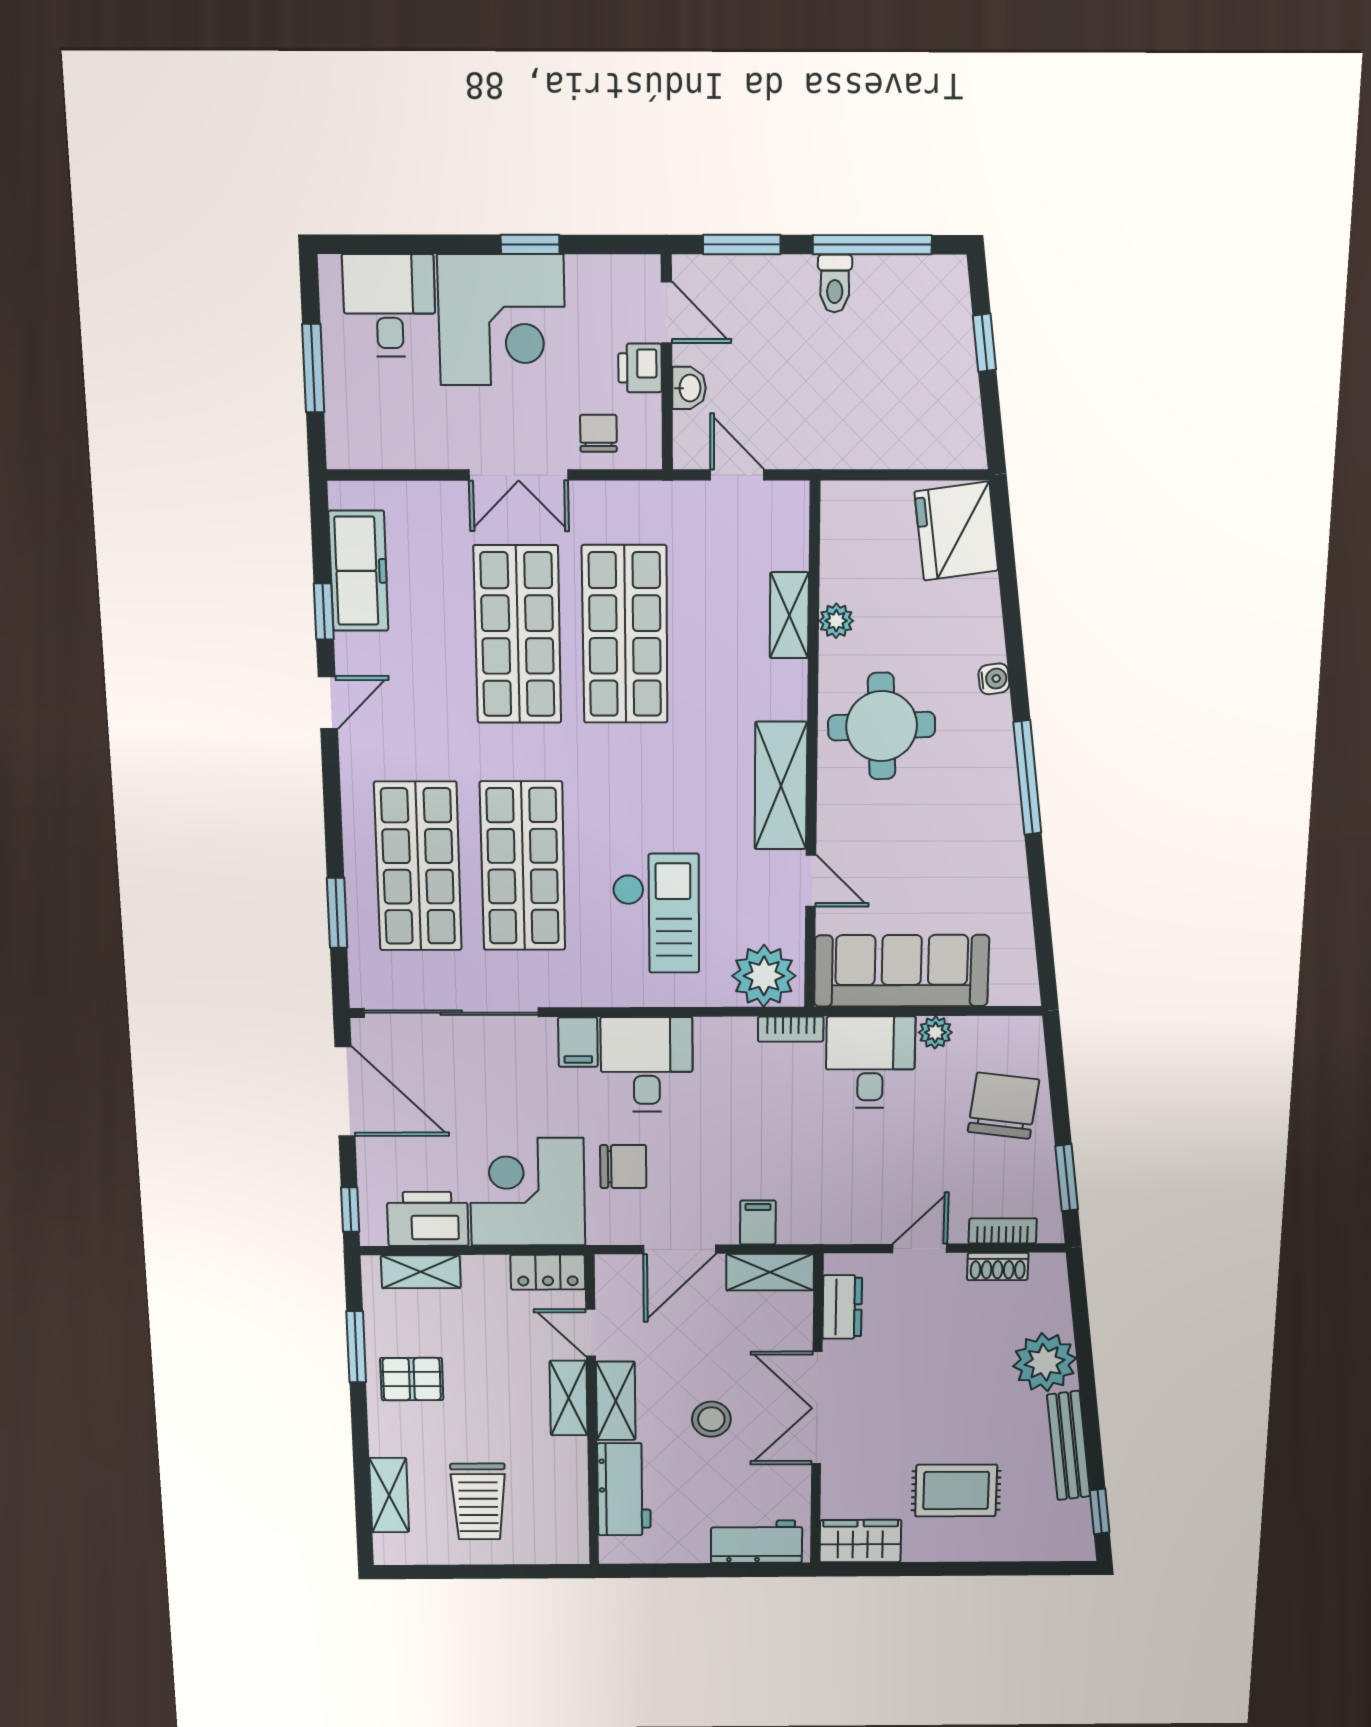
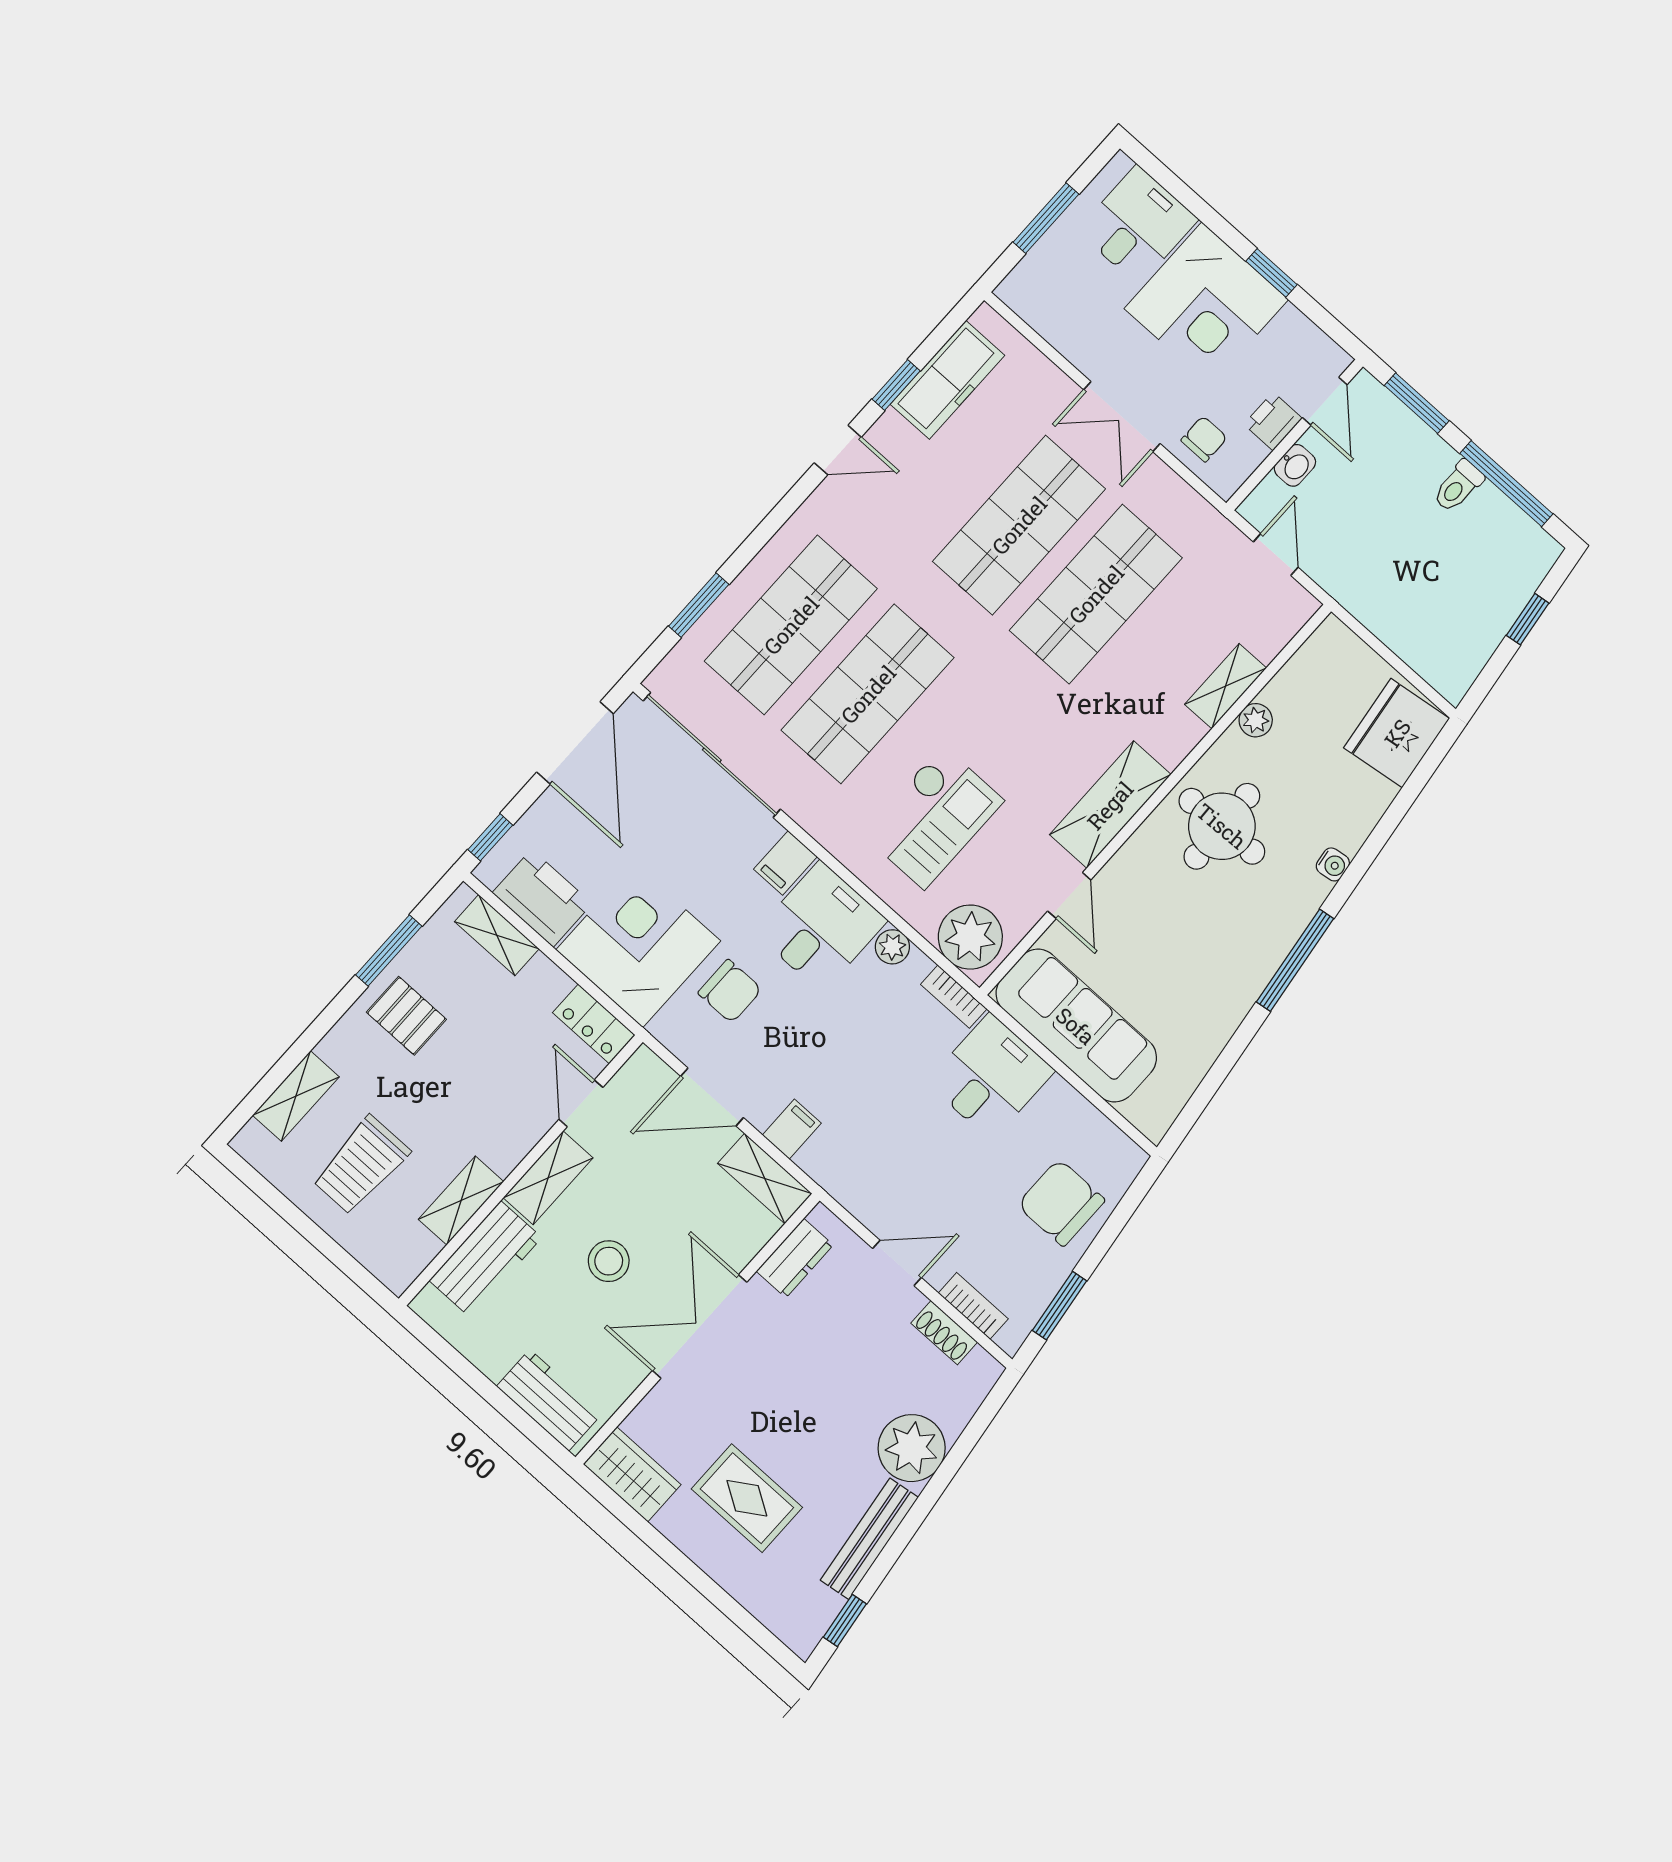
plant: (935, 1032) -> (892, 947), moved
chair: (1003, 1106) -> (1061, 1203), turned -97
shelving: (569, 1398) -> (461, 1200), moved

